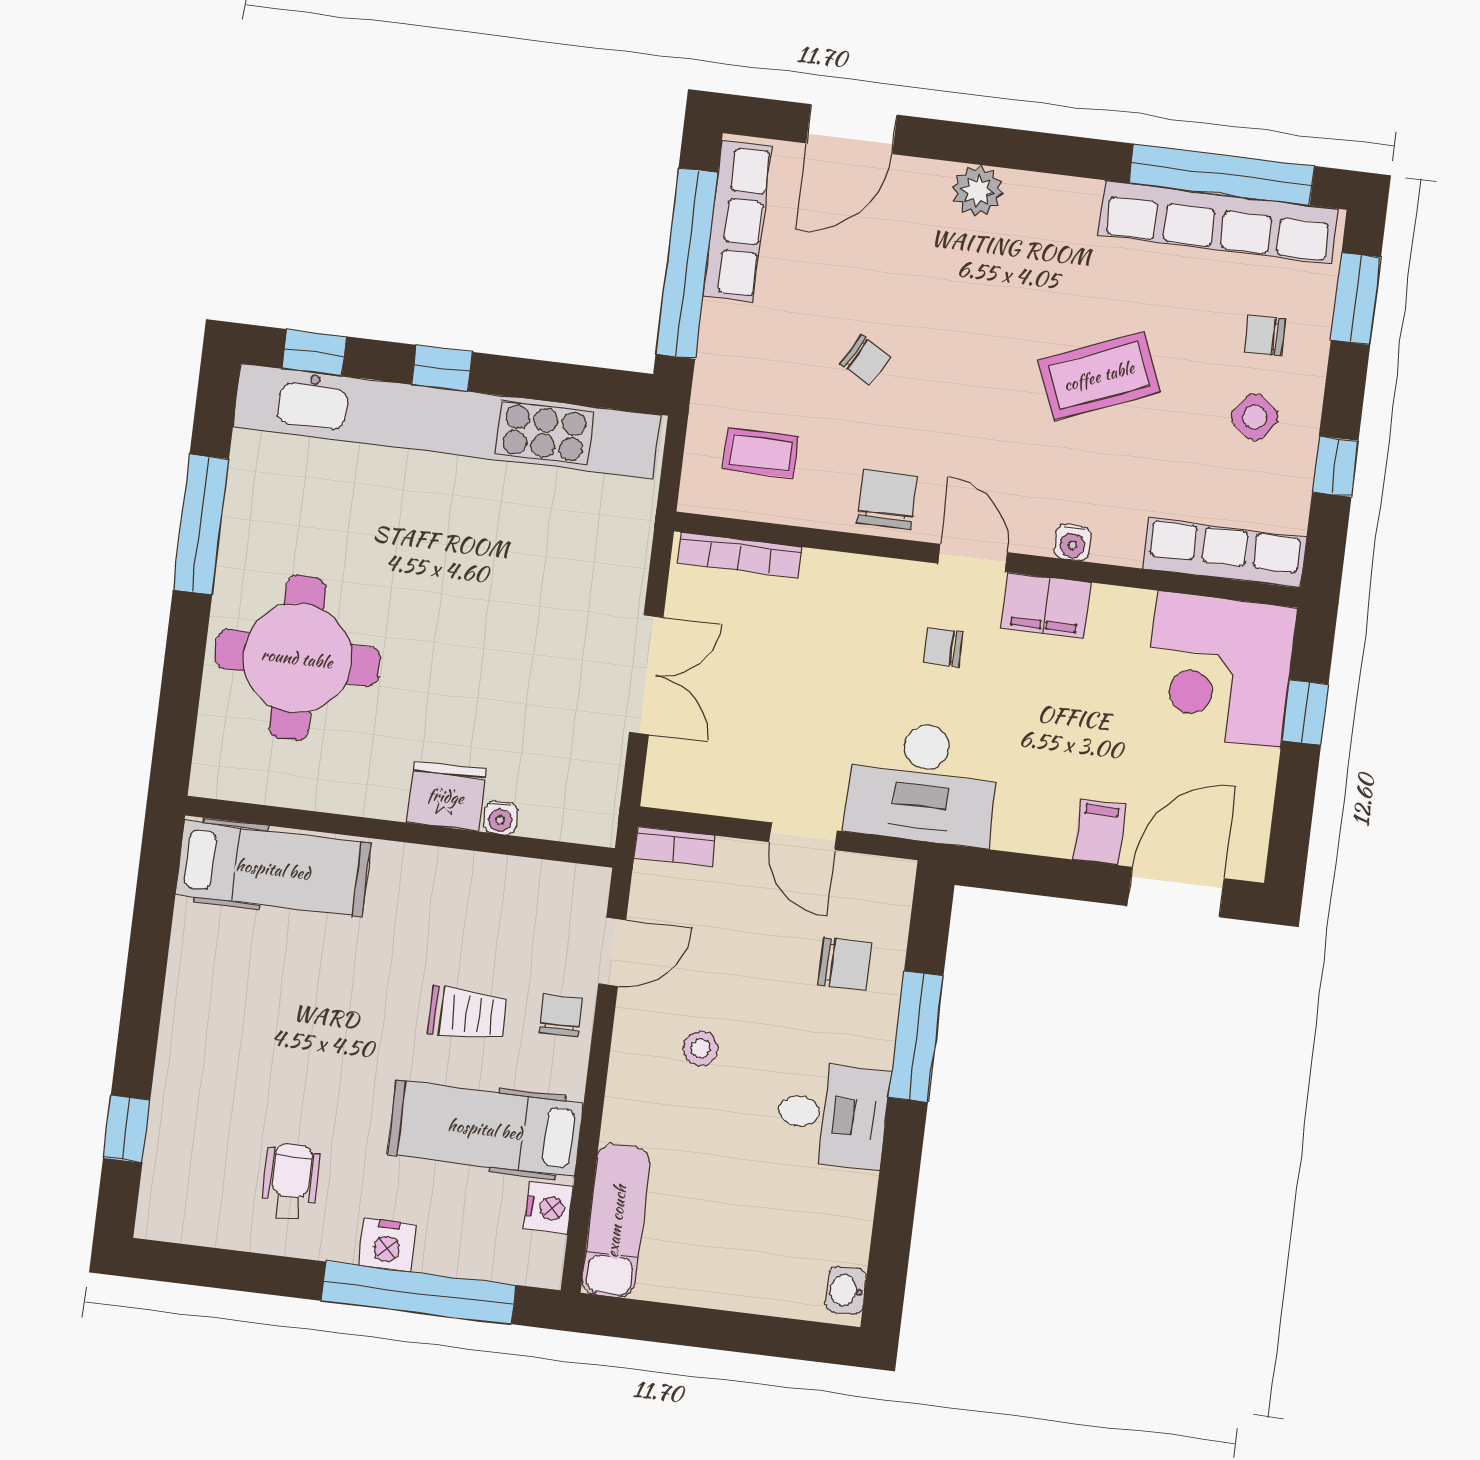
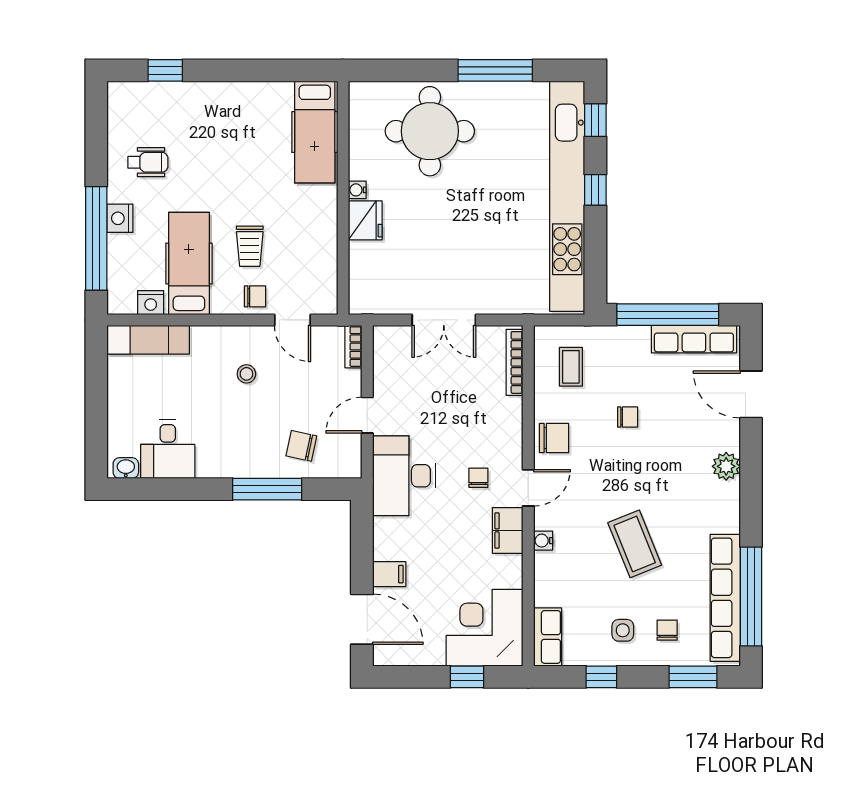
chair: (865, 360) -> (628, 417), turned -119
side table: (1255, 417) -> (623, 630), turned -36
row of seats: (1224, 553) -> (548, 637), width x0.68
water cooler: (500, 818) -> (357, 190), moved
chair: (845, 964) -> (301, 446), turned 102
desk: (832, 1115) -> (168, 449), moved

